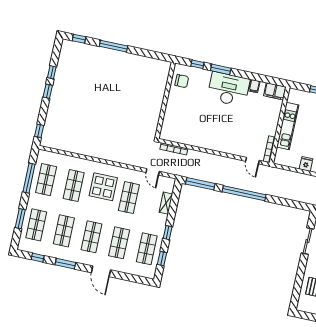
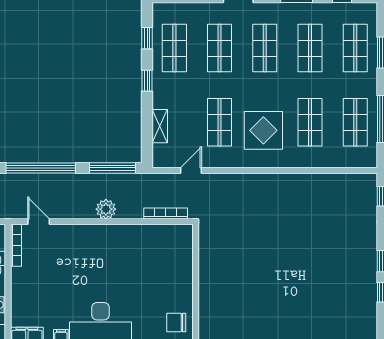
plant: (210, 159) -> (106, 209), added
door: (153, 172) -> (191, 170), hinge flipped

